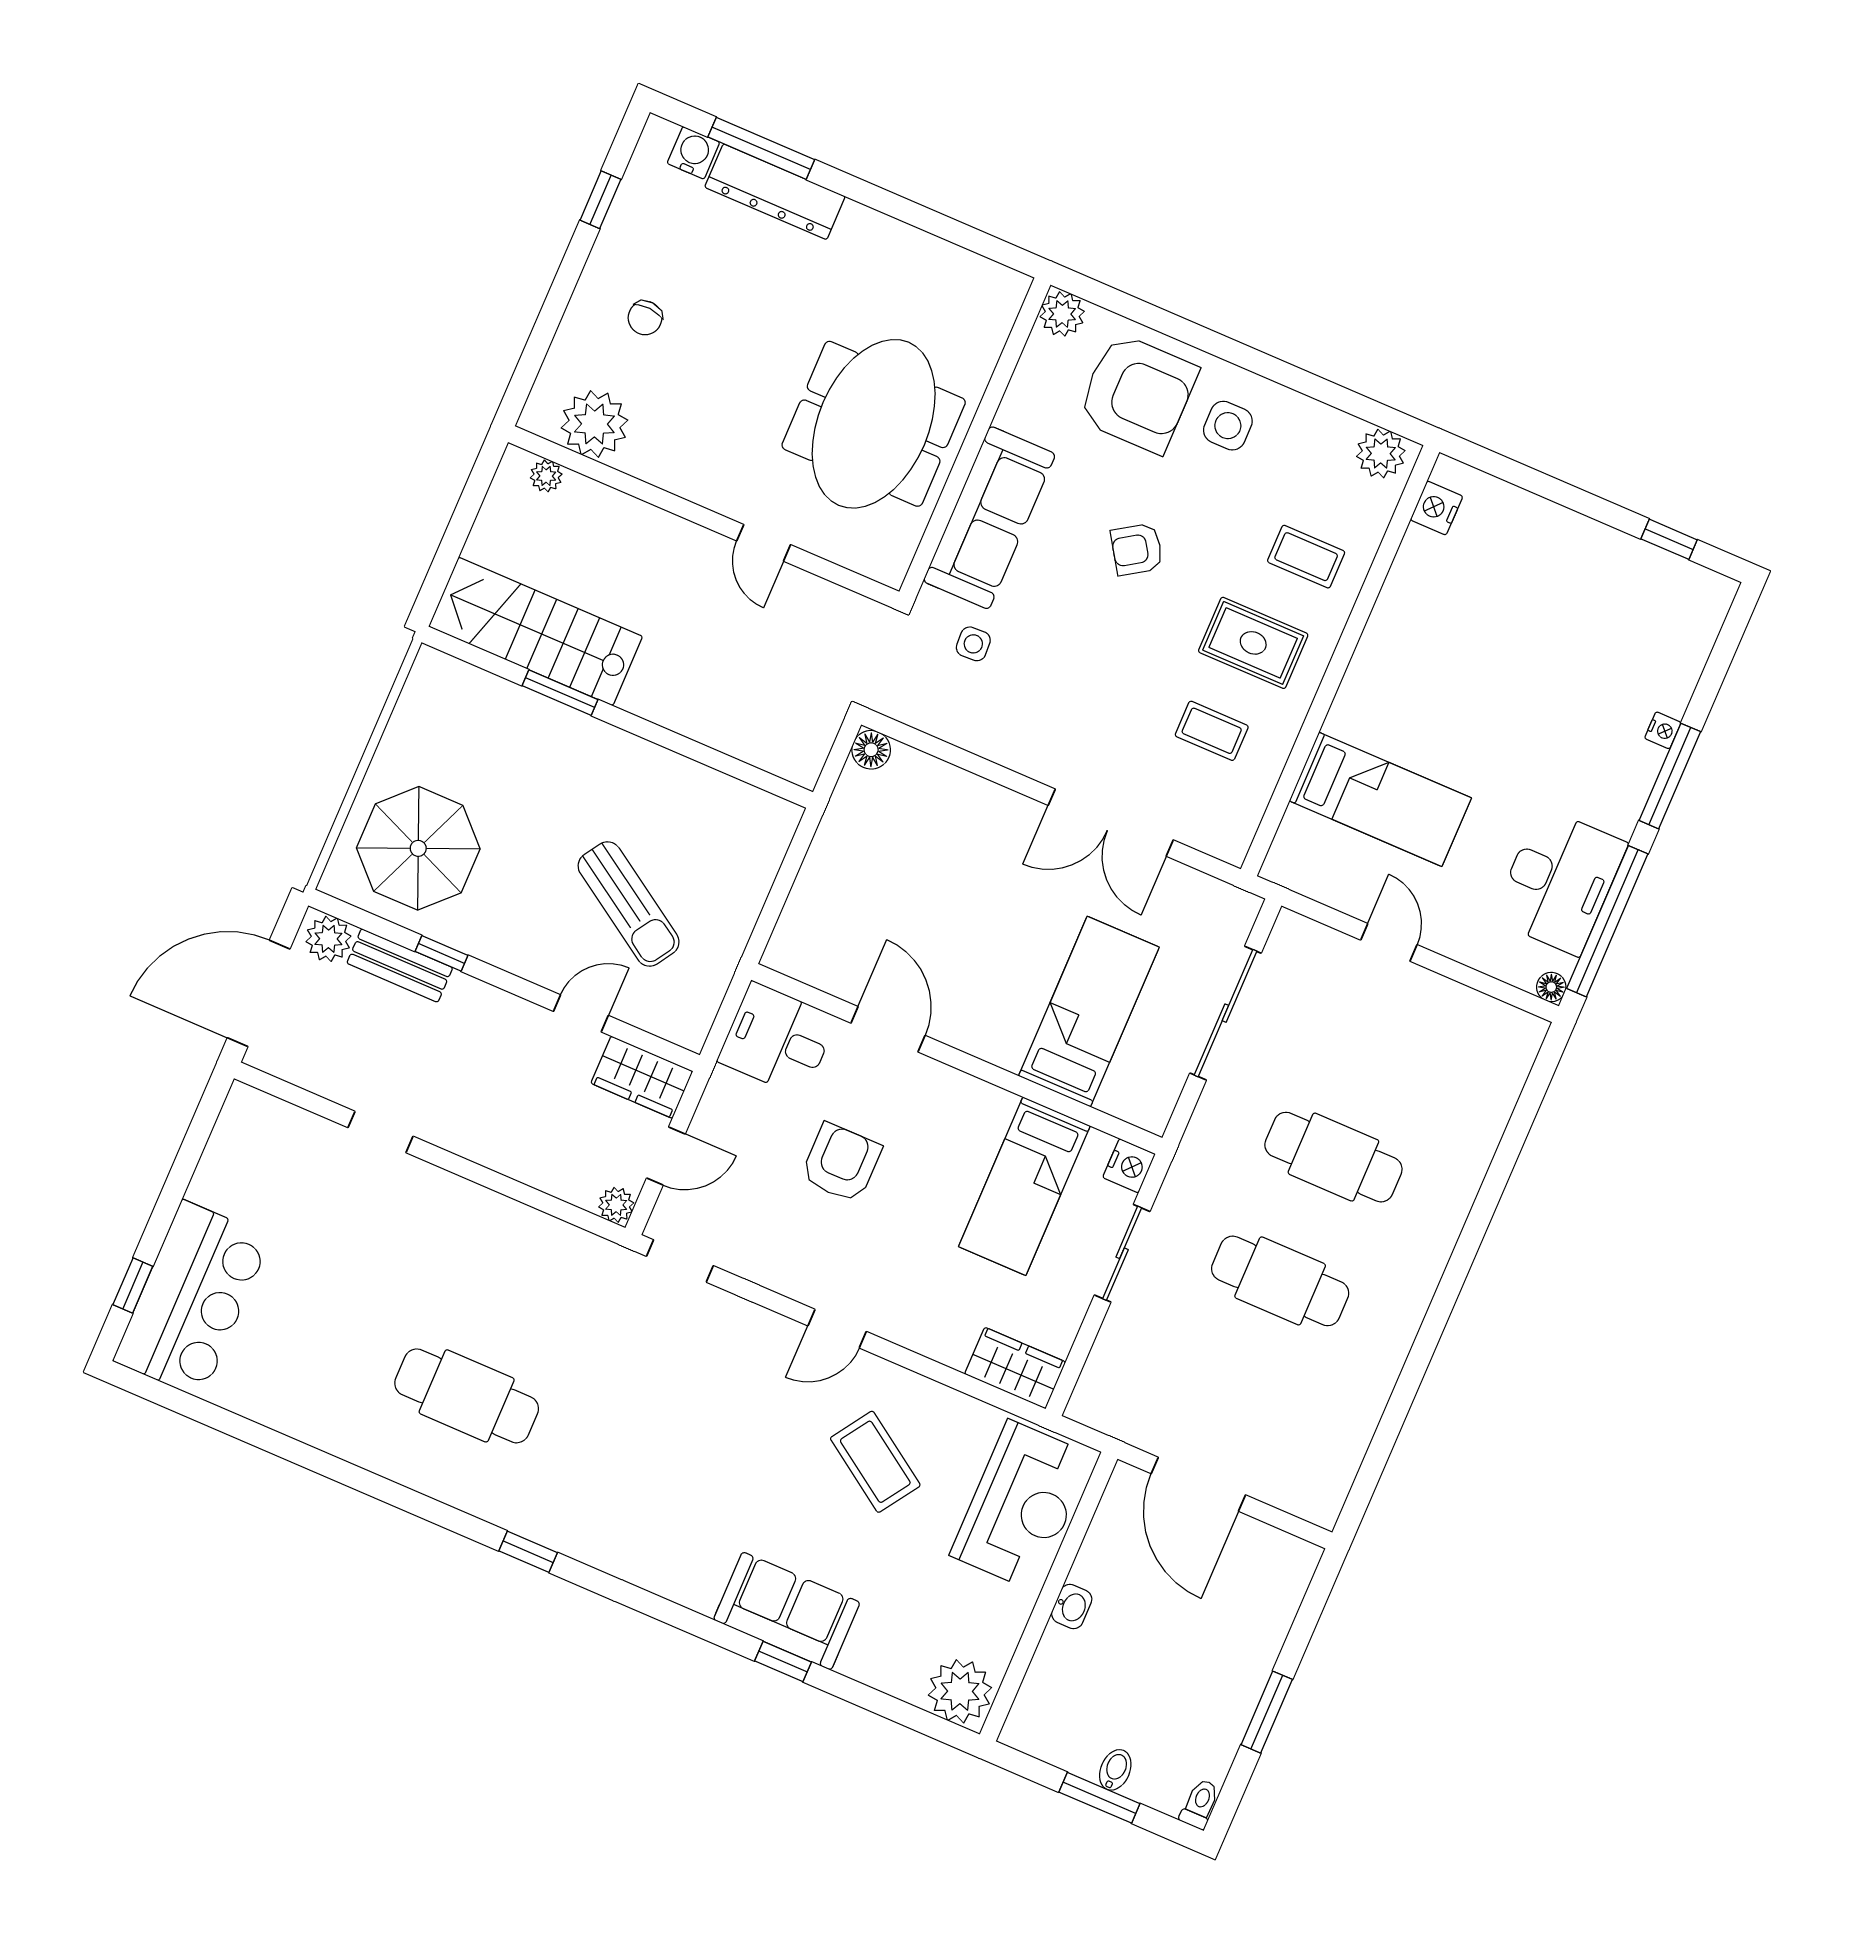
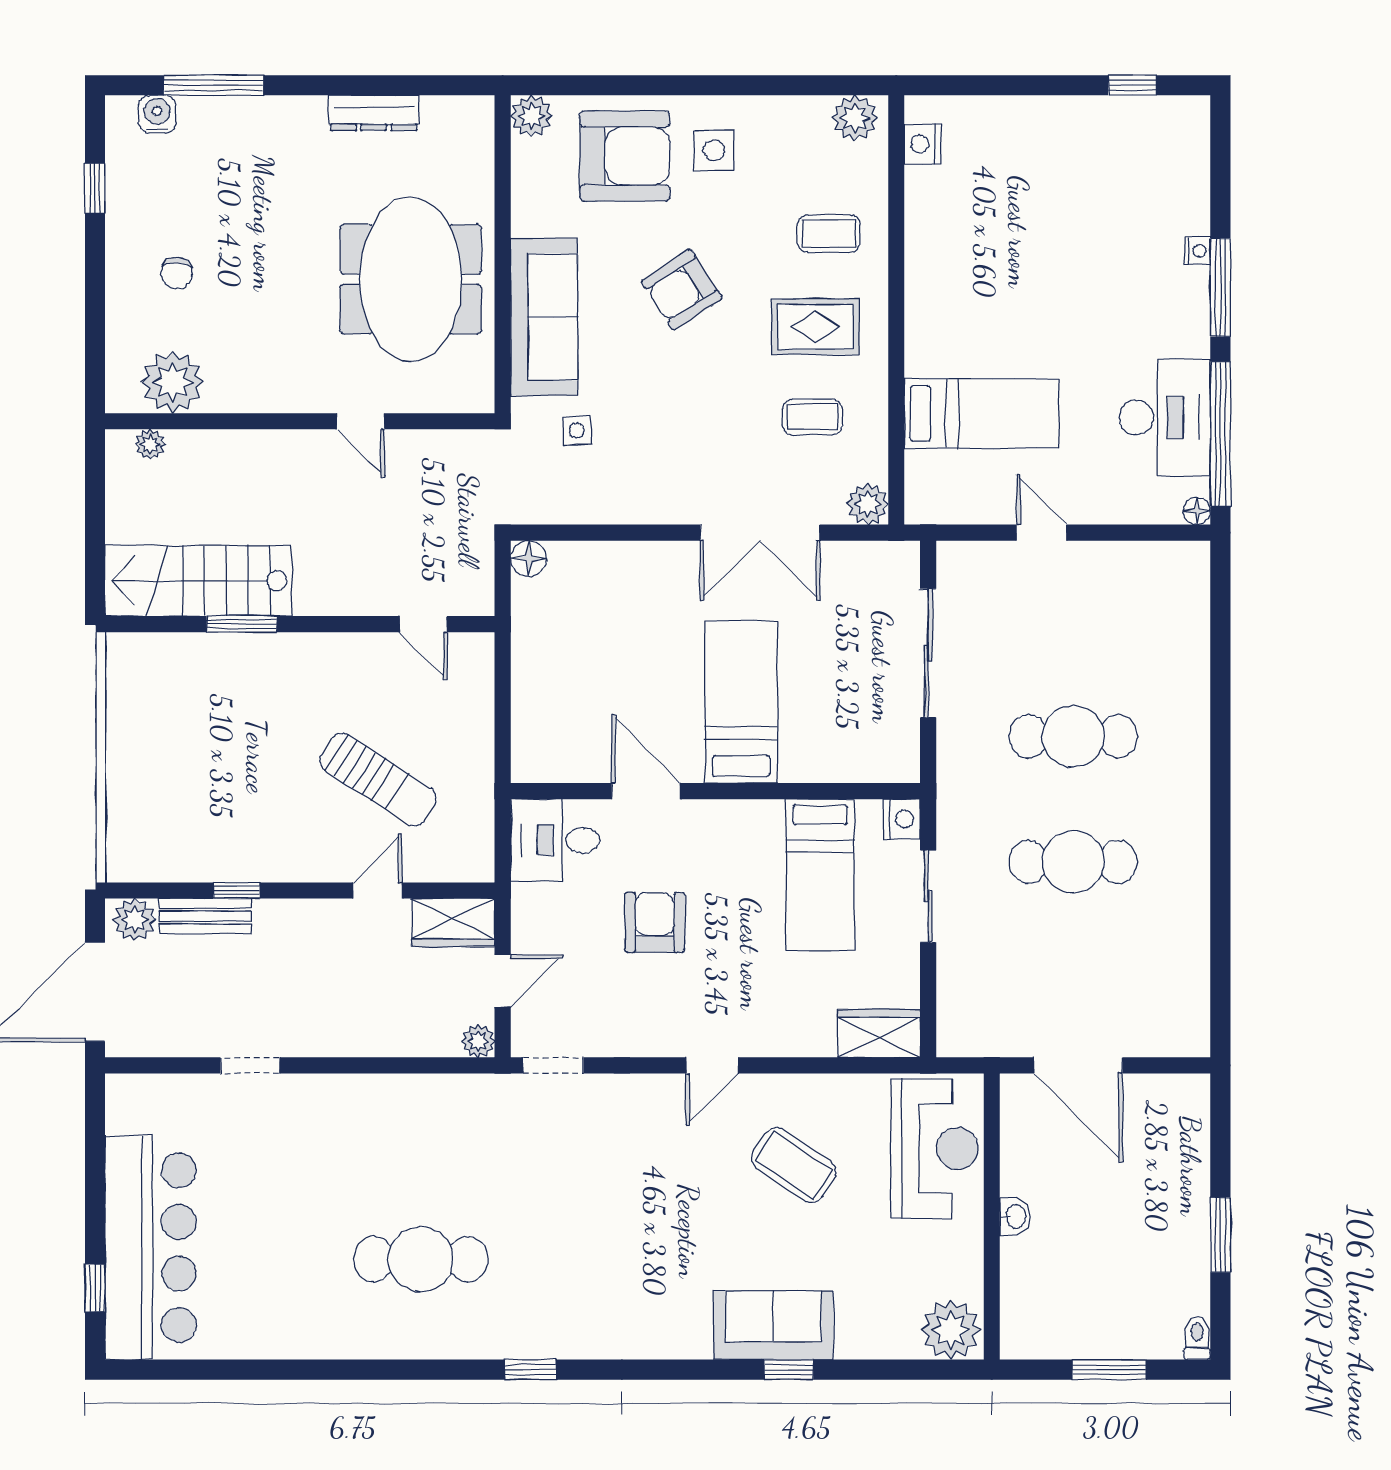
dresser: (775, 192) -> (374, 113), moved, width x0.73, depth x0.80
armchair: (1137, 549) -> (682, 290), width x1.38, depth x1.38
door: (739, 770) -> (423, 624), added
plant: (1229, 840) -> (868, 504), added
parasol: (418, 848) -> (178, 809), removed
bed: (1089, 1012) -> (741, 702), moved
bar counter: (192, 1299) -> (151, 1248), width x1.36
bidet: (1115, 1770) -> (1112, 1340), removed

